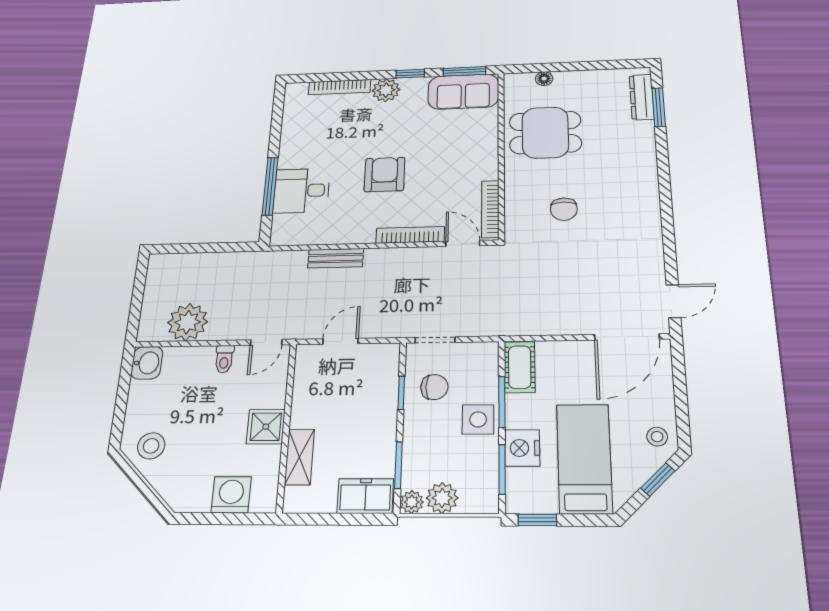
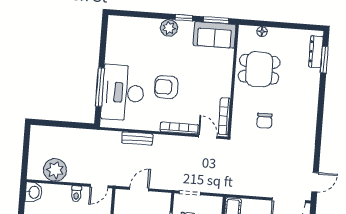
bookcase: (340, 87) -> (141, 22), removed
armchair: (385, 174) -> (166, 87), turned -90
desk: (301, 191) -> (123, 93), width x1.87, depth x1.30

